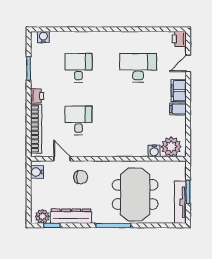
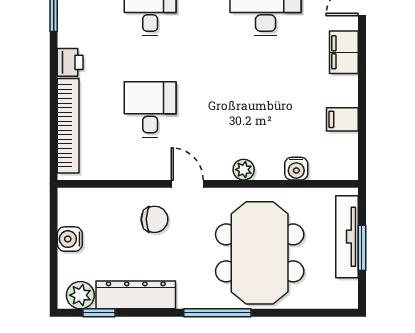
filing cabinet: (178, 109) -> (342, 119), moved
plant: (171, 147) -> (244, 170), moved, width x0.53, depth x0.53
door: (62, 159) -> (187, 184), moved
water cooler: (37, 172) -> (70, 239), moved
tv unit: (180, 202) -> (347, 237), moved

